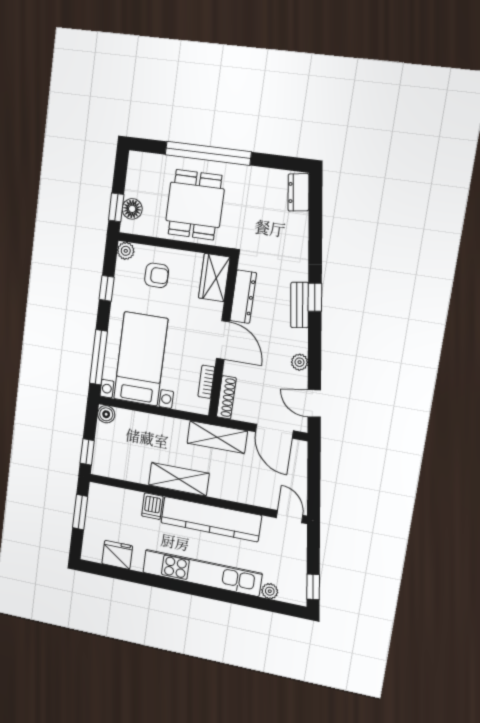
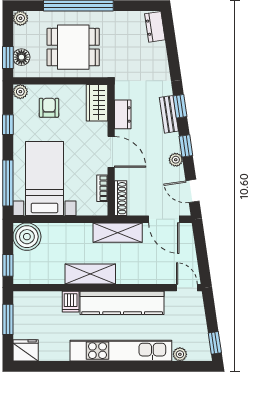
plant: (137, 161) -> (20, 18), added
dining table: (195, 205) -> (73, 47), turned 90
armchair: (157, 275) -> (49, 108), turned -90
dresser: (243, 297) -> (123, 114), width x0.70
window: (315, 347) -> (186, 146), added
boiler: (106, 414) -> (27, 237), width x1.86, depth x1.86
fridge: (117, 555) -> (26, 350), moved

